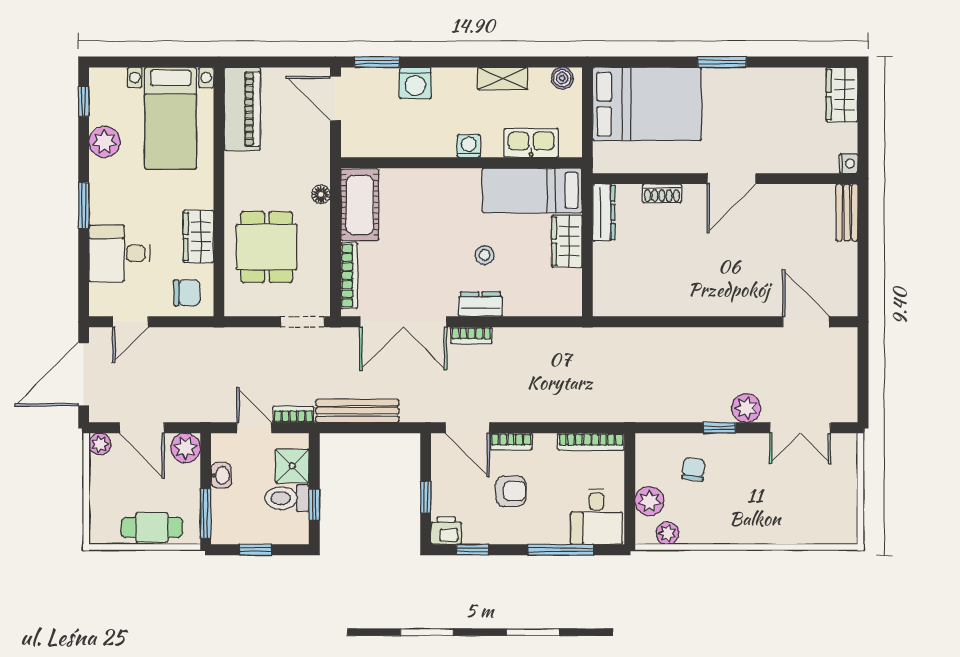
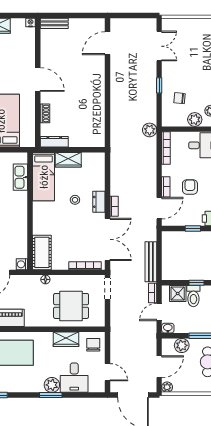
plant: (105, 142) -> (52, 385), moved
washing machine: (469, 146) -> (22, 264), moved
cot: (360, 205) -> (42, 252), moved, turned 90
plant: (746, 408) -> (150, 130), moved
plant: (186, 448) -> (182, 345), moved
washbasin: (221, 475) -> (168, 328), moved

